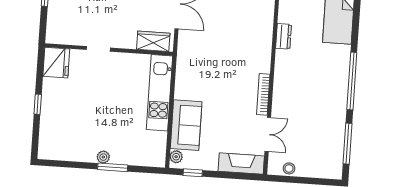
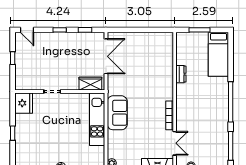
sofa: (186, 125) -> (117, 113), moved

